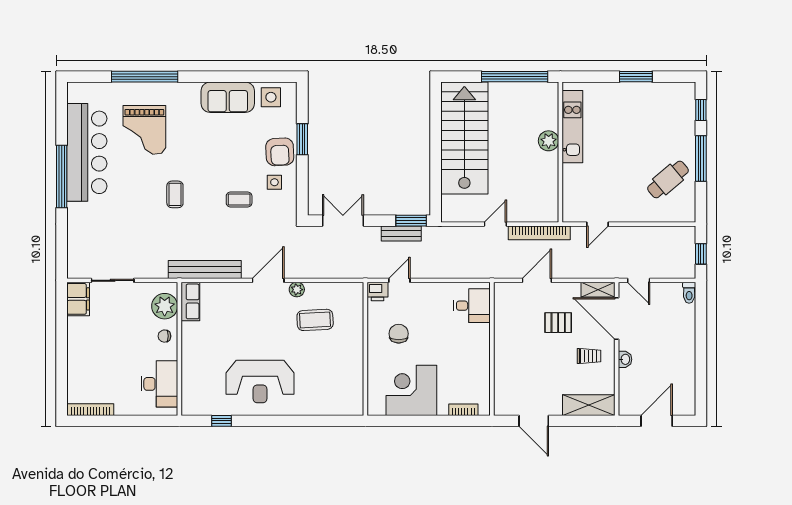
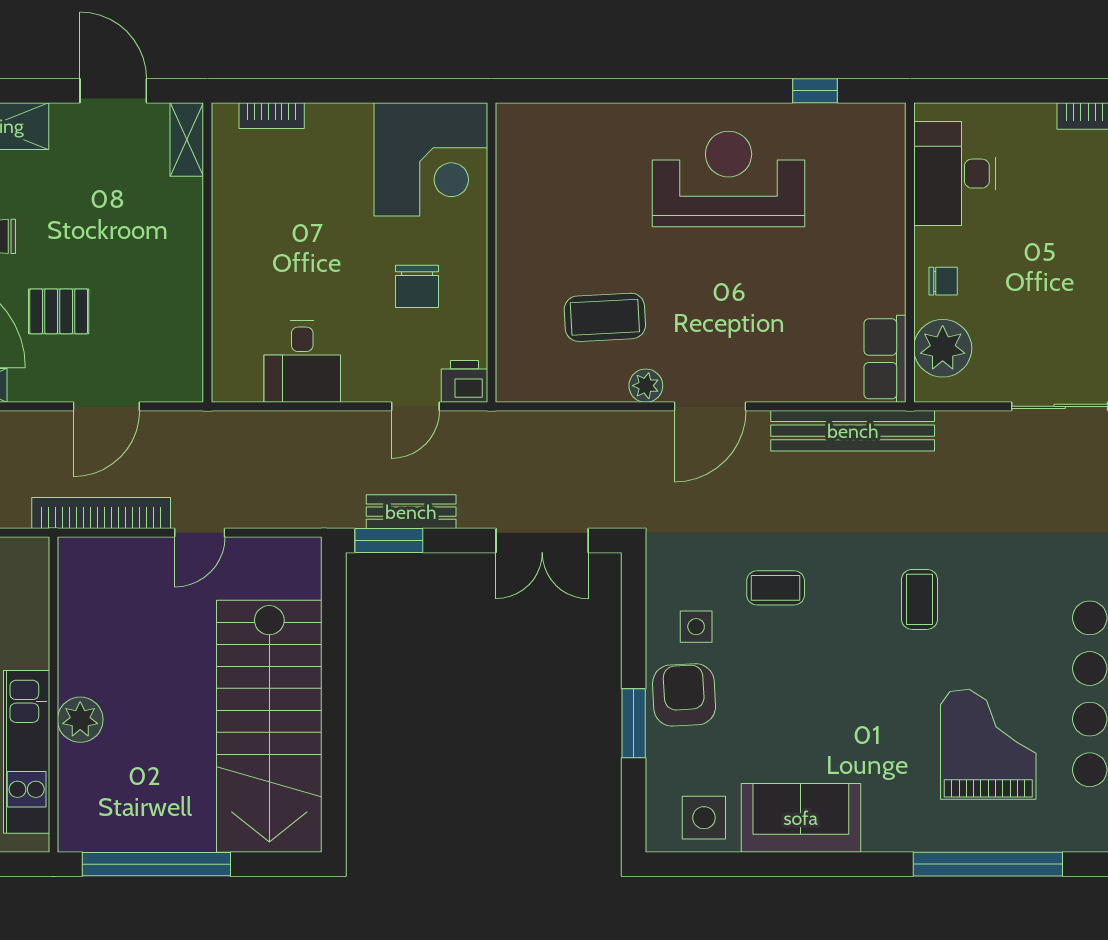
desk: (472, 306) -> (302, 361), moved, turned -90
corner desk: (411, 390) -> (431, 159), moved
shelving: (501, 399) -> (187, 139), added

